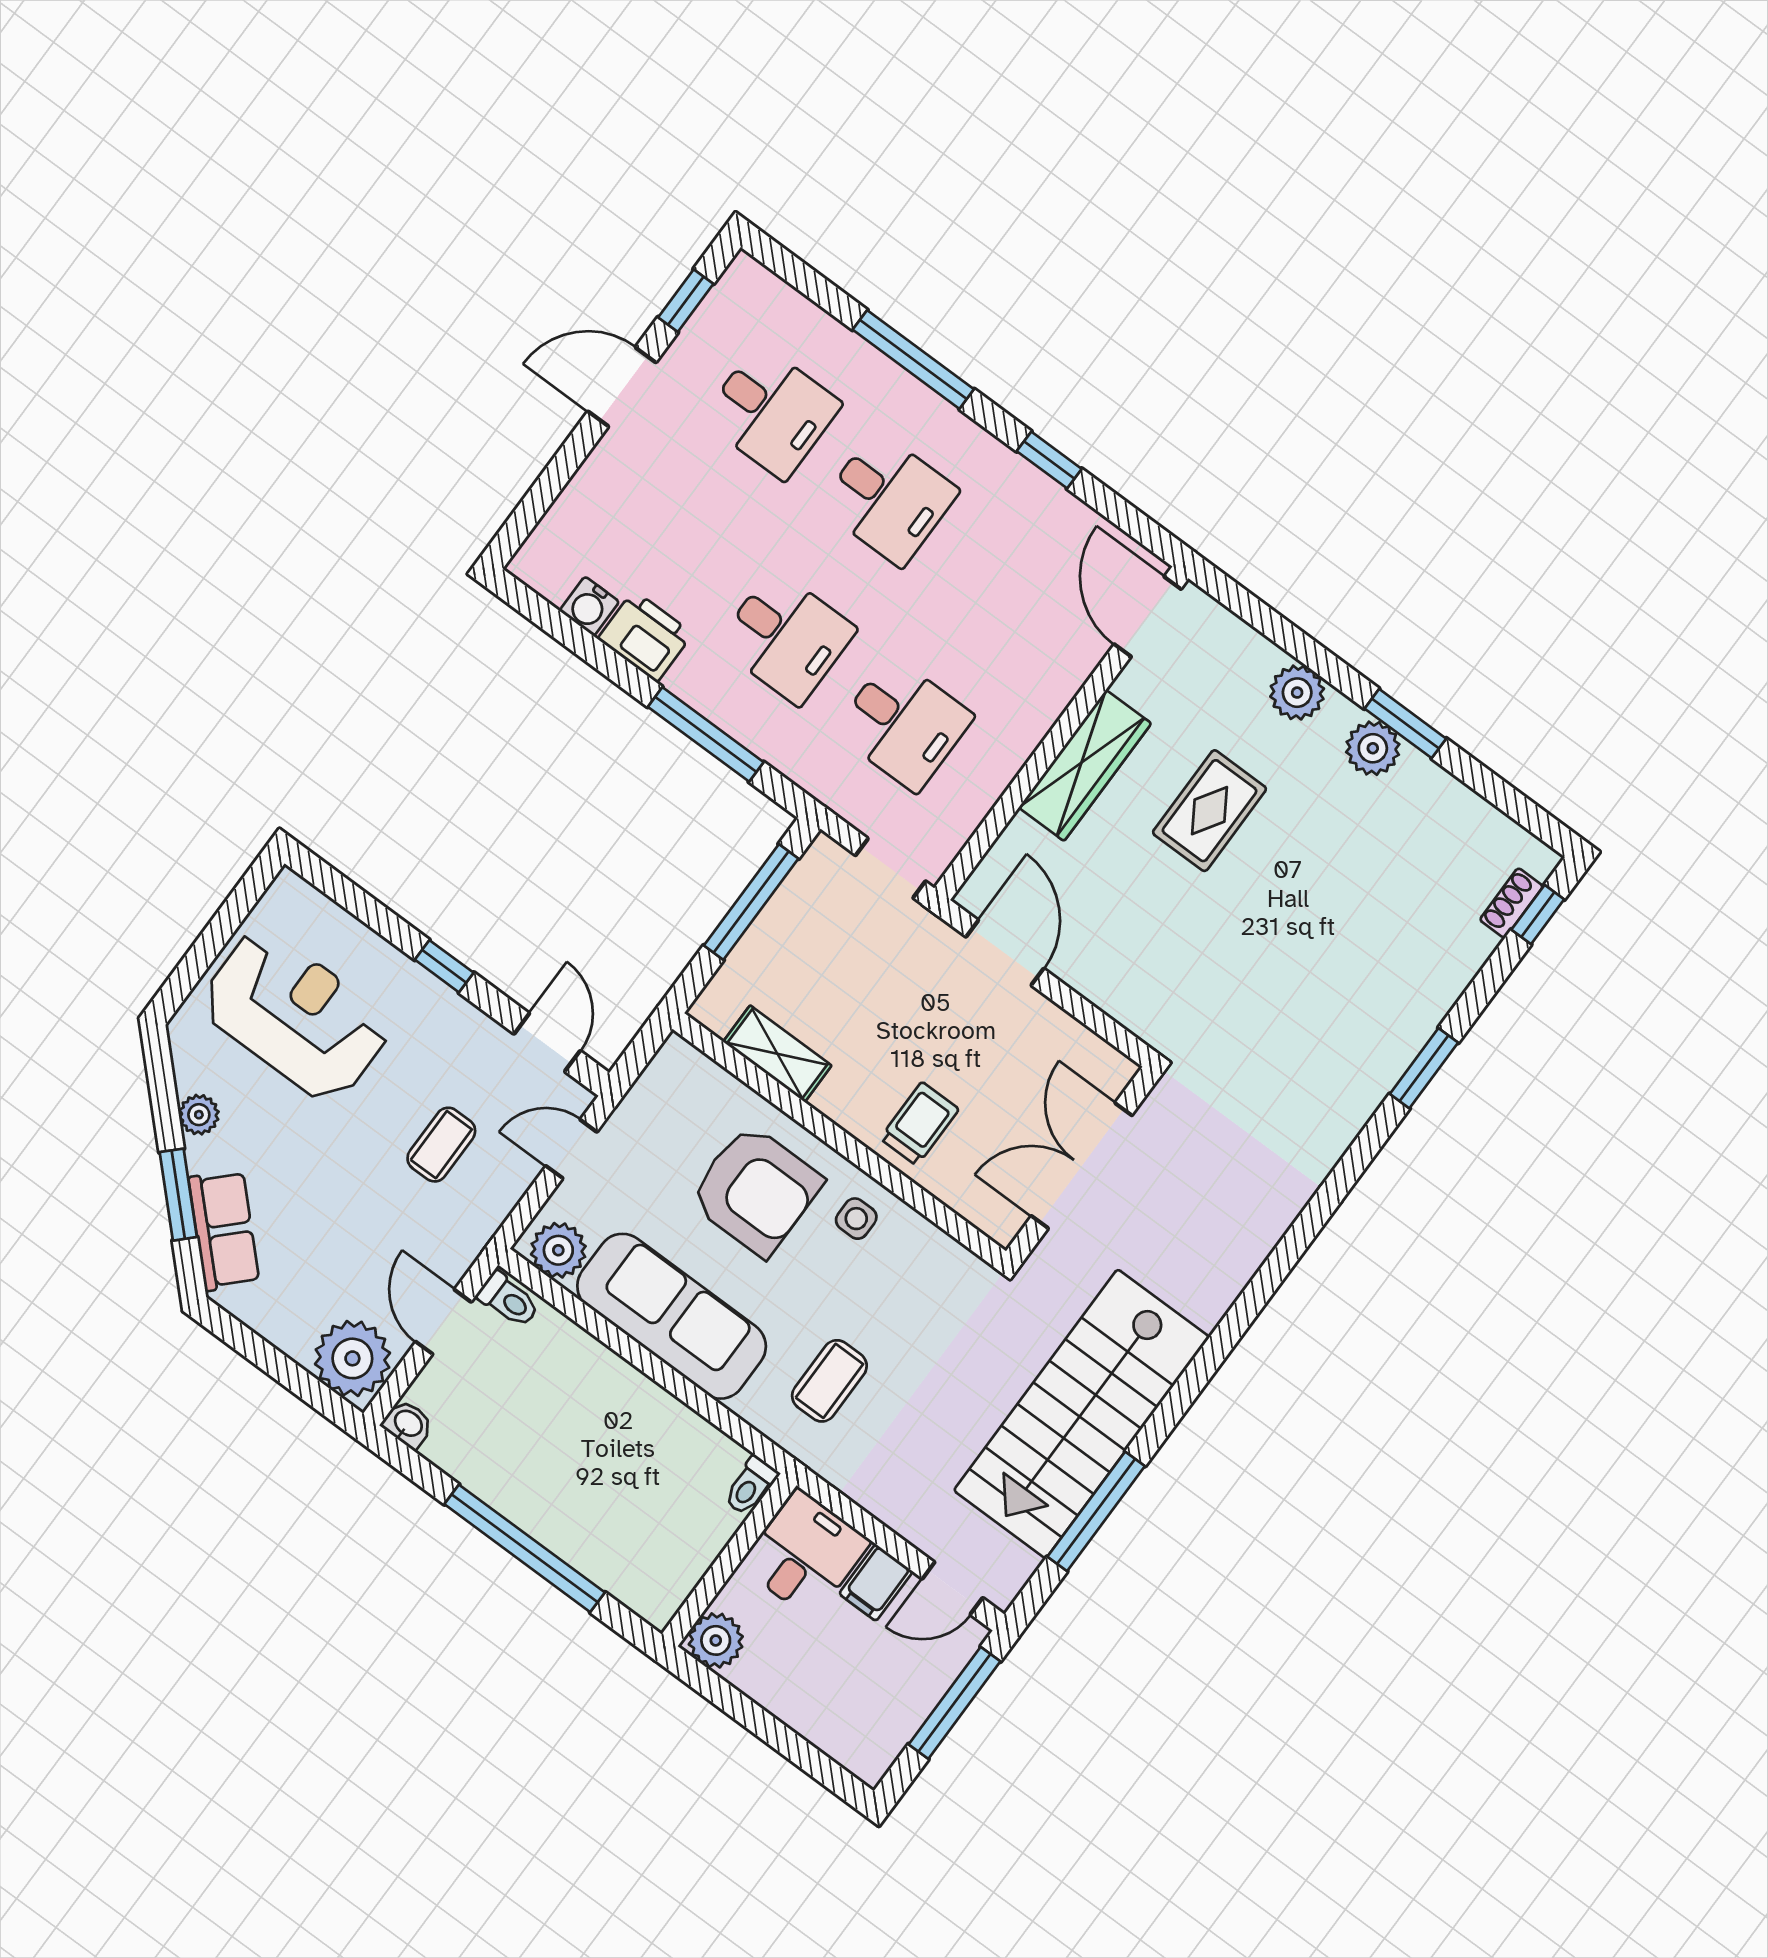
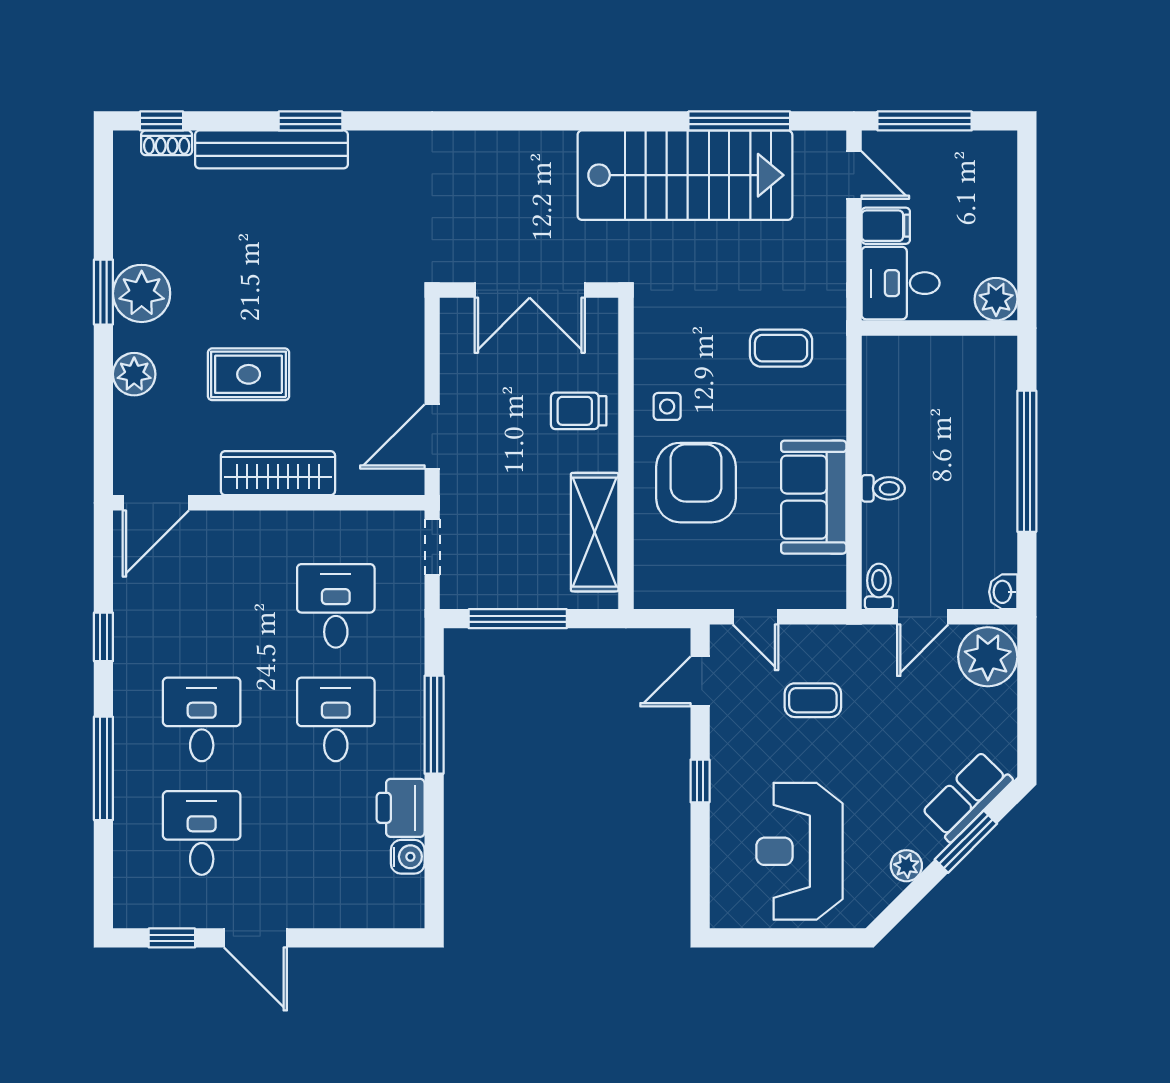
plant: (1373, 748) -> (142, 293), width x1.36, depth x1.36
bench: (1424, 1006) -> (271, 149), added
shelving: (777, 1054) -> (595, 532), width x1.50, depth x1.33
plant: (558, 1250) -> (825, 578), removed
sofa: (672, 1316) -> (814, 497), width x0.73
toilet: (750, 1486) -> (883, 488), moved

